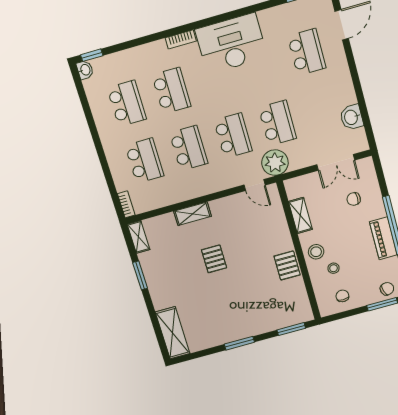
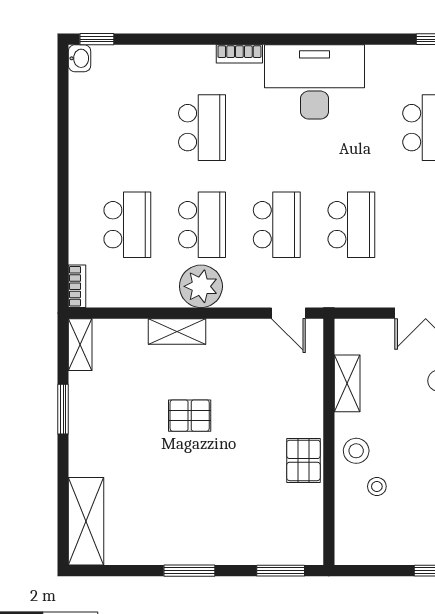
school desk: (127, 103) -> (127, 128), removed
plant: (275, 163) -> (201, 286), moved
pallet: (214, 259) -> (190, 416), turned 90
chair: (342, 296) -> (379, 538), removed

